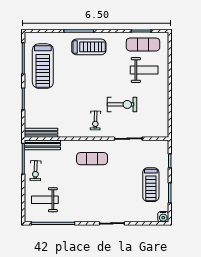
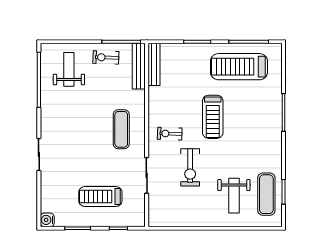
treadmill: (89, 47) -> (213, 117), moved
treadmill: (151, 185) -> (100, 197), moved

